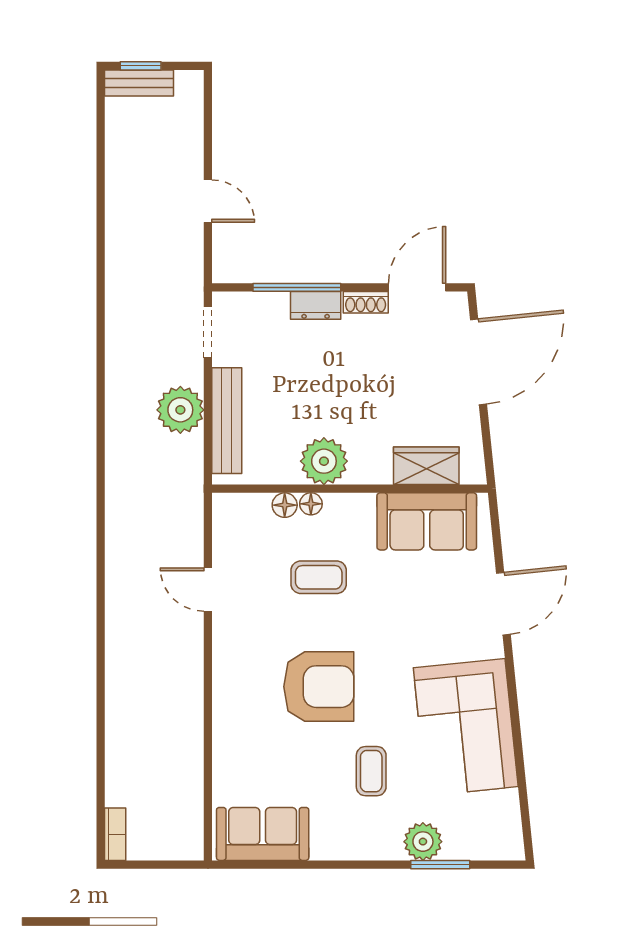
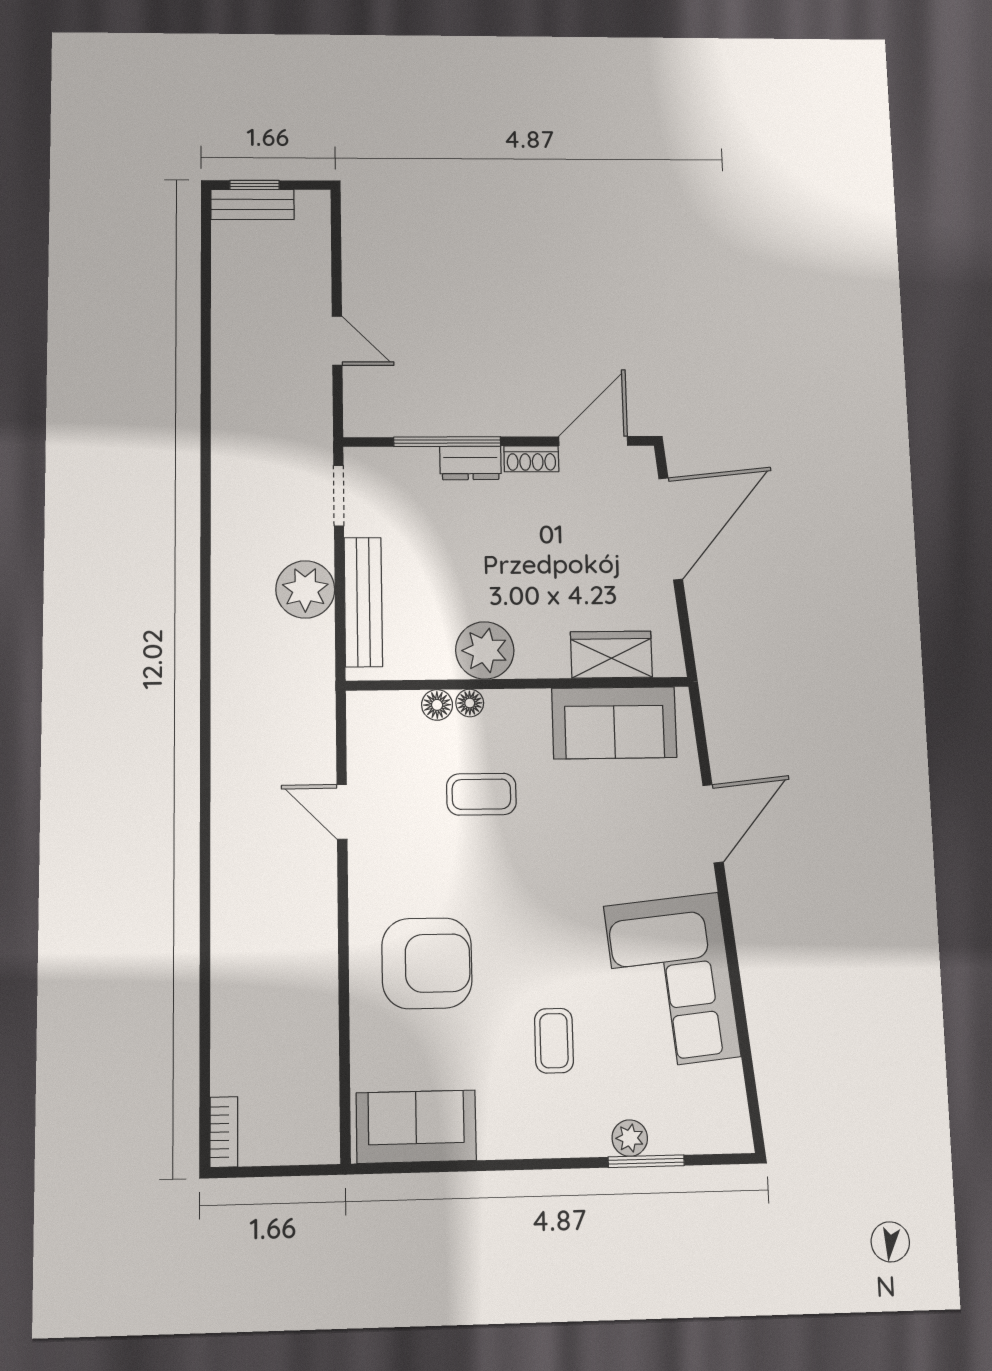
armchair: (319, 687) -> (427, 963), moved
plant: (423, 842) -> (630, 1138), width x0.73, depth x0.73

